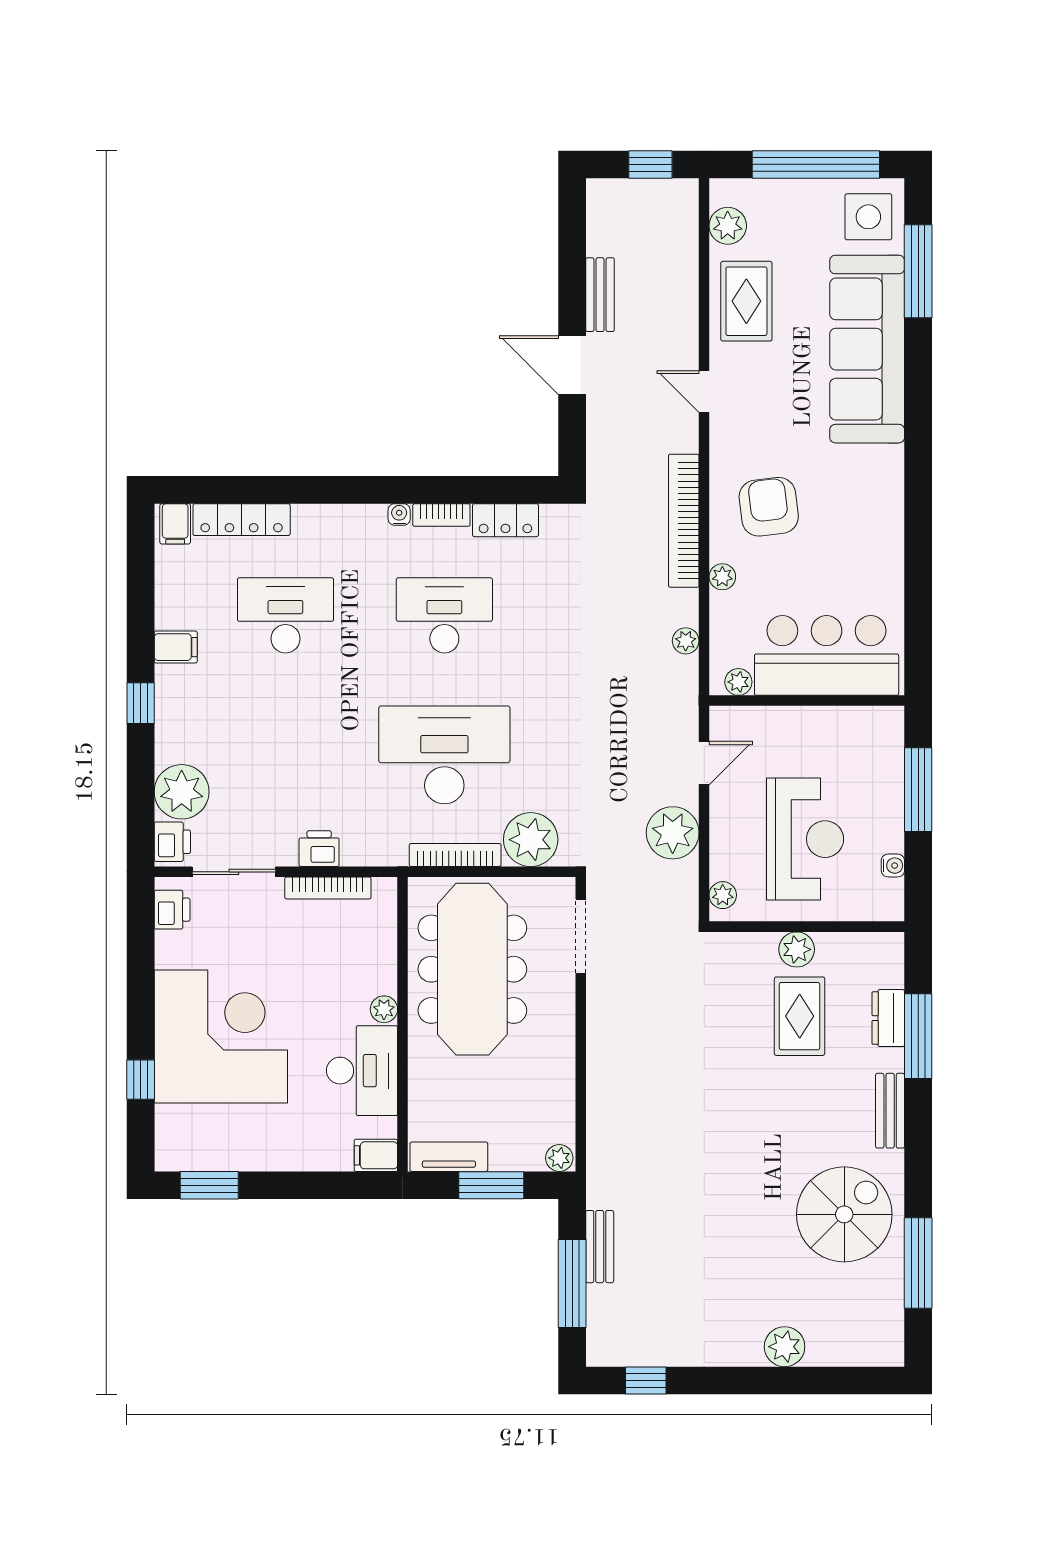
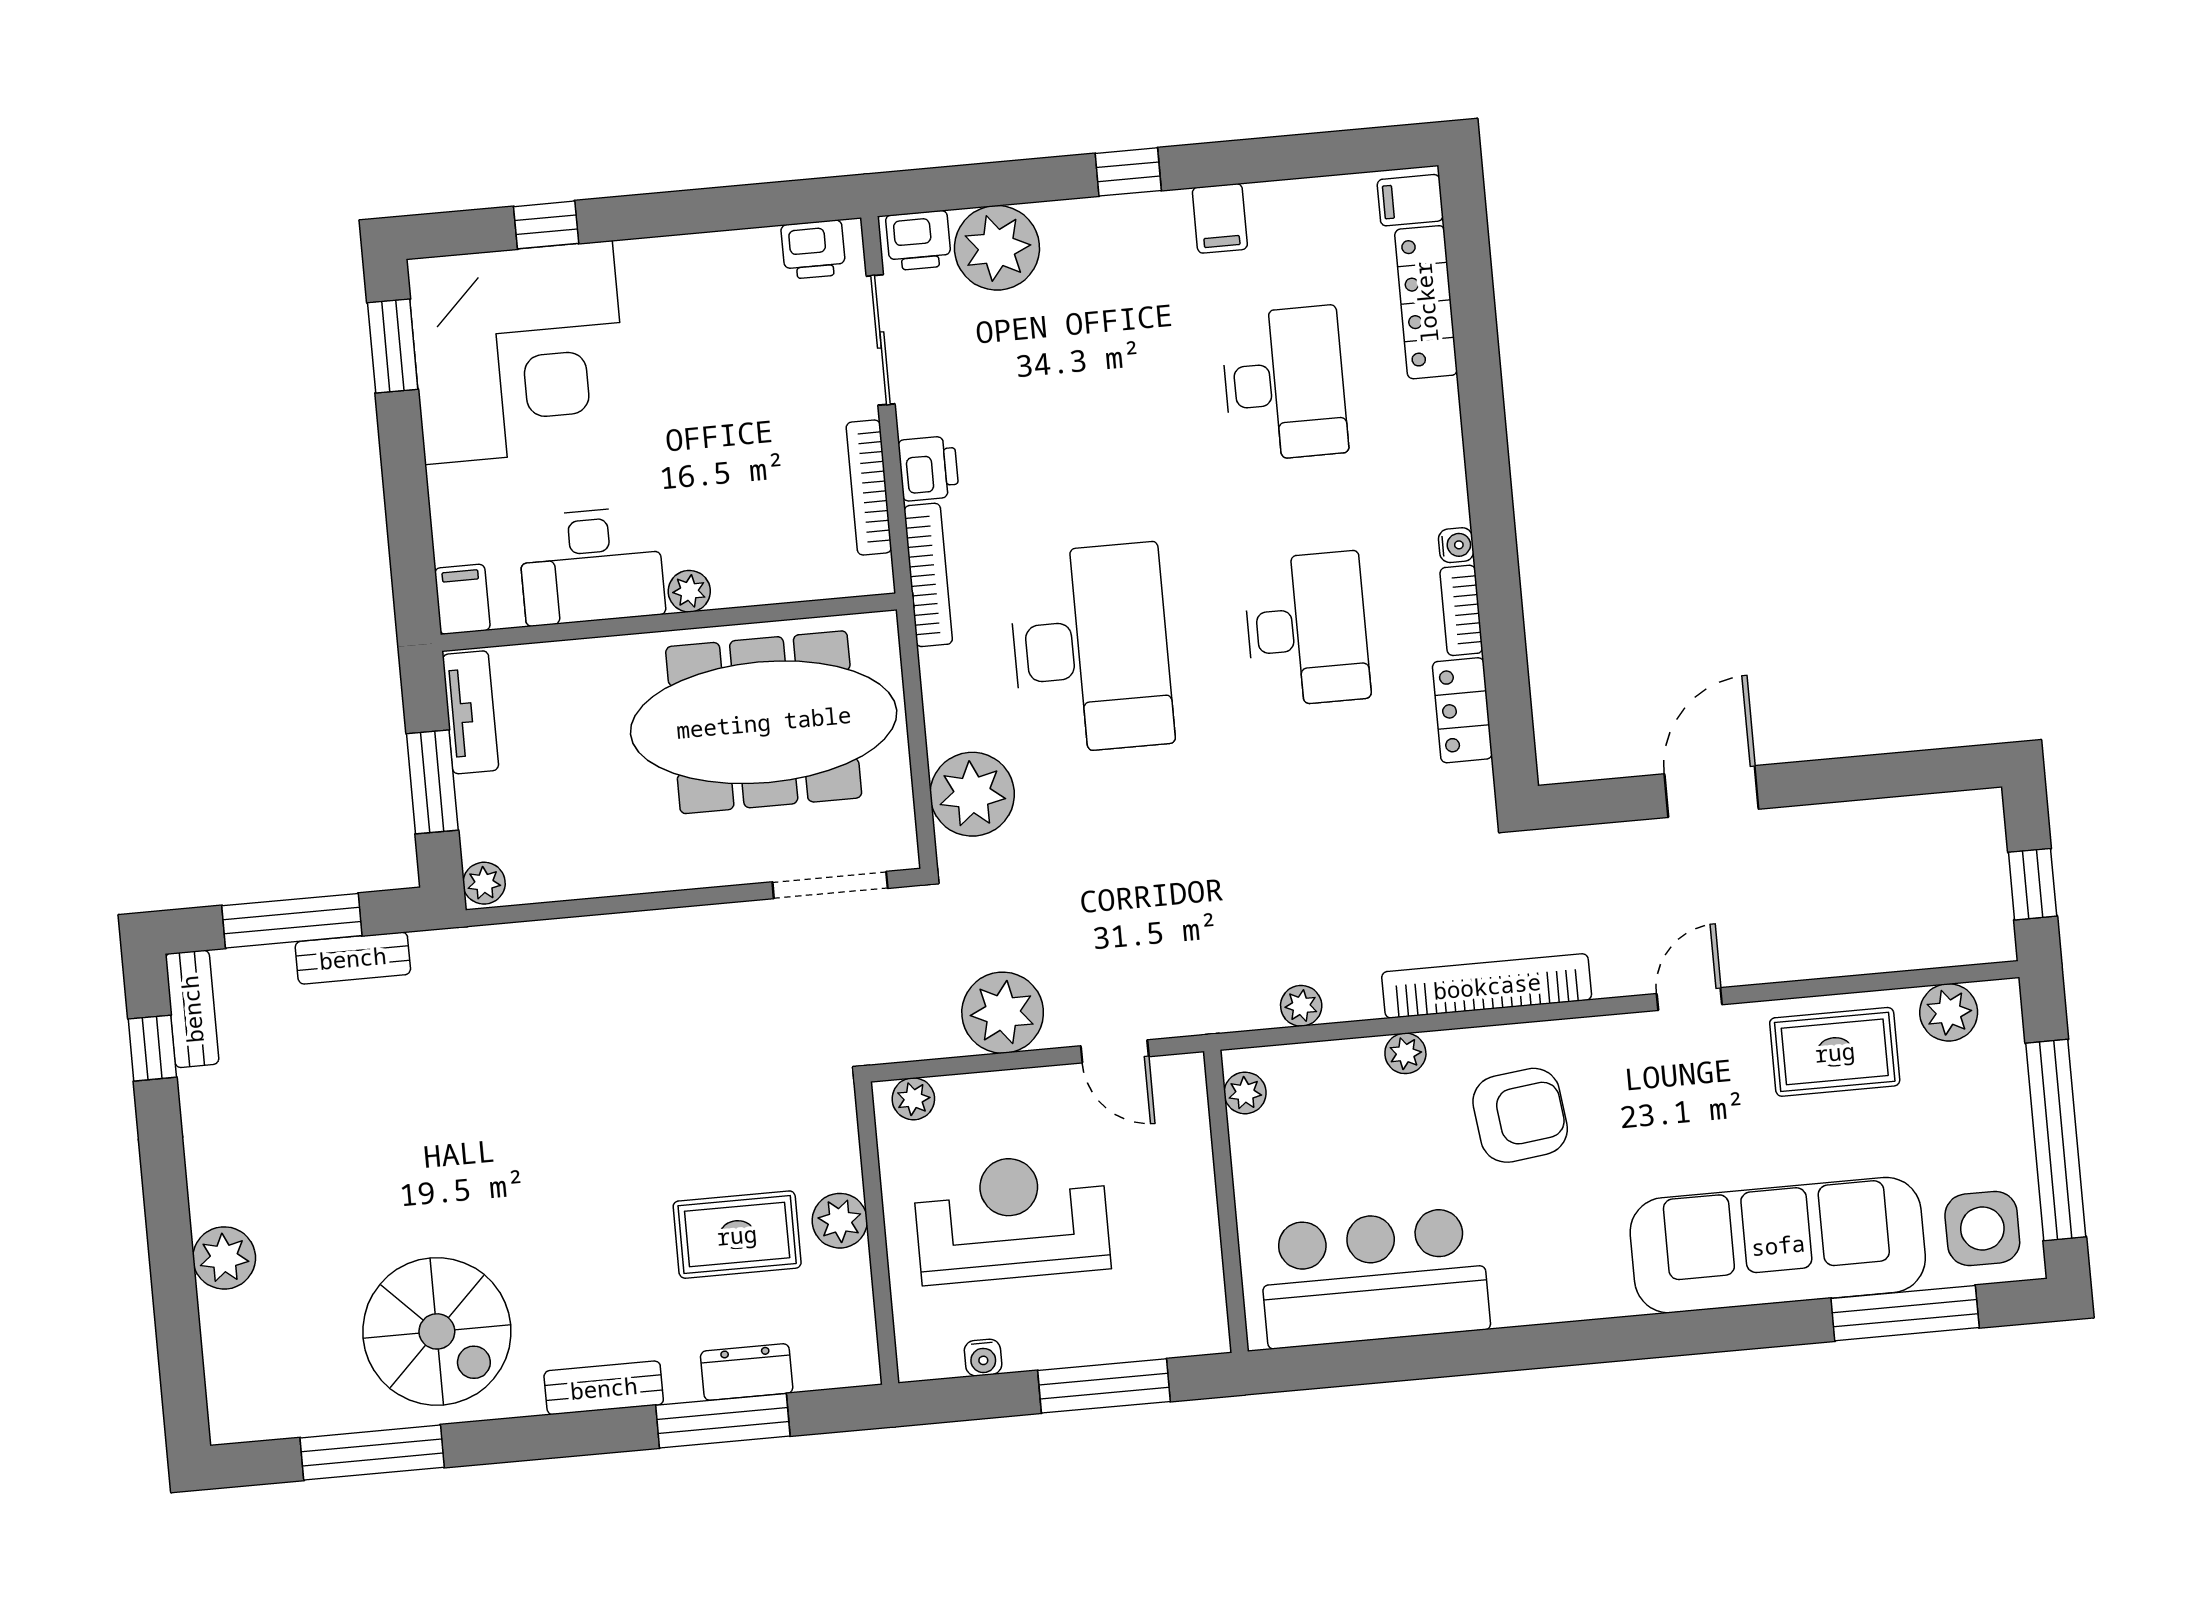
bench: (600, 295) -> (192, 1009), moved, turned 90
bar counter: (827, 655) -> (1374, 1278), moved, turned -90
reception desk: (805, 839) -> (1012, 1218), turned 180
bookcase: (455, 855) -> (928, 575), moved
corner desk: (221, 1037) -> (518, 353), moved

